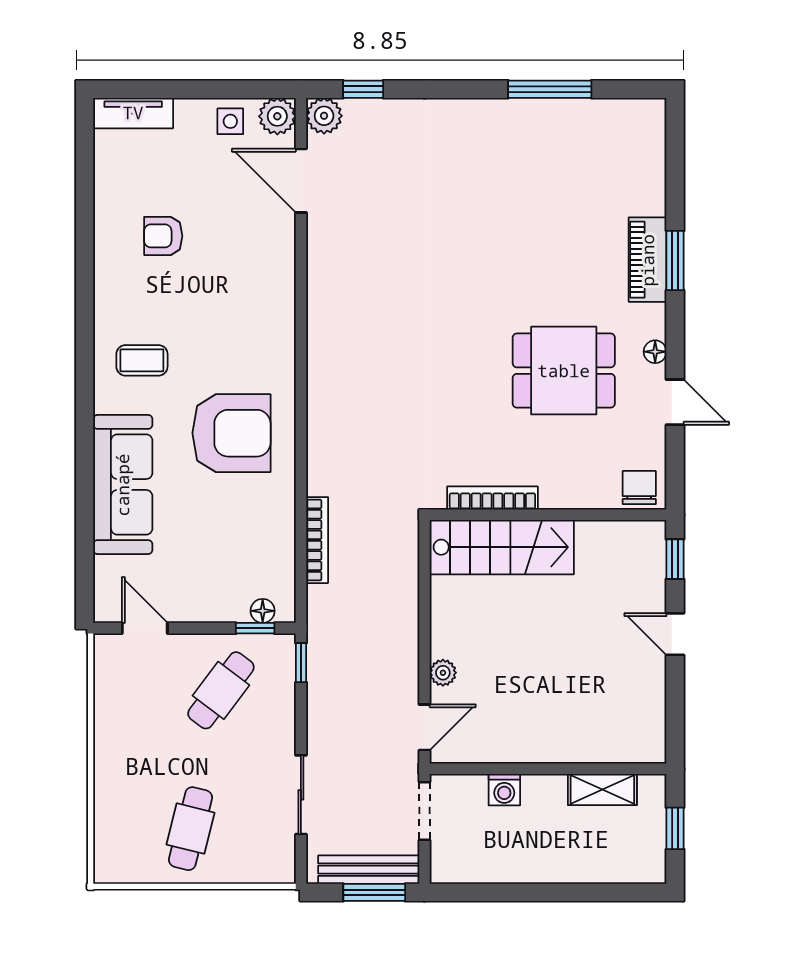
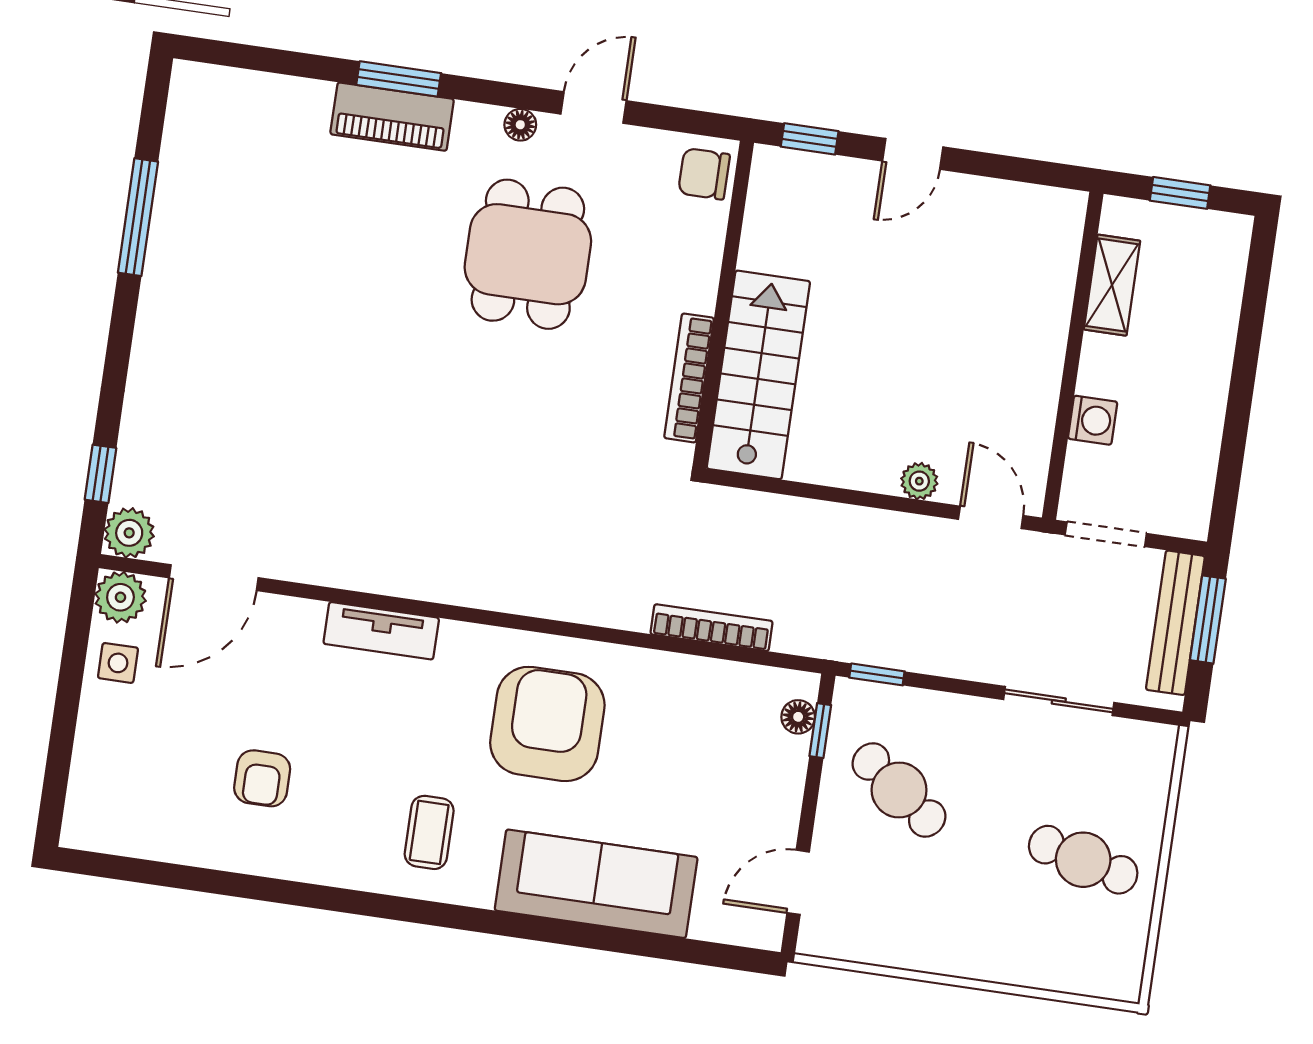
tv unit: (133, 113) -> (381, 631), moved, turned 90

